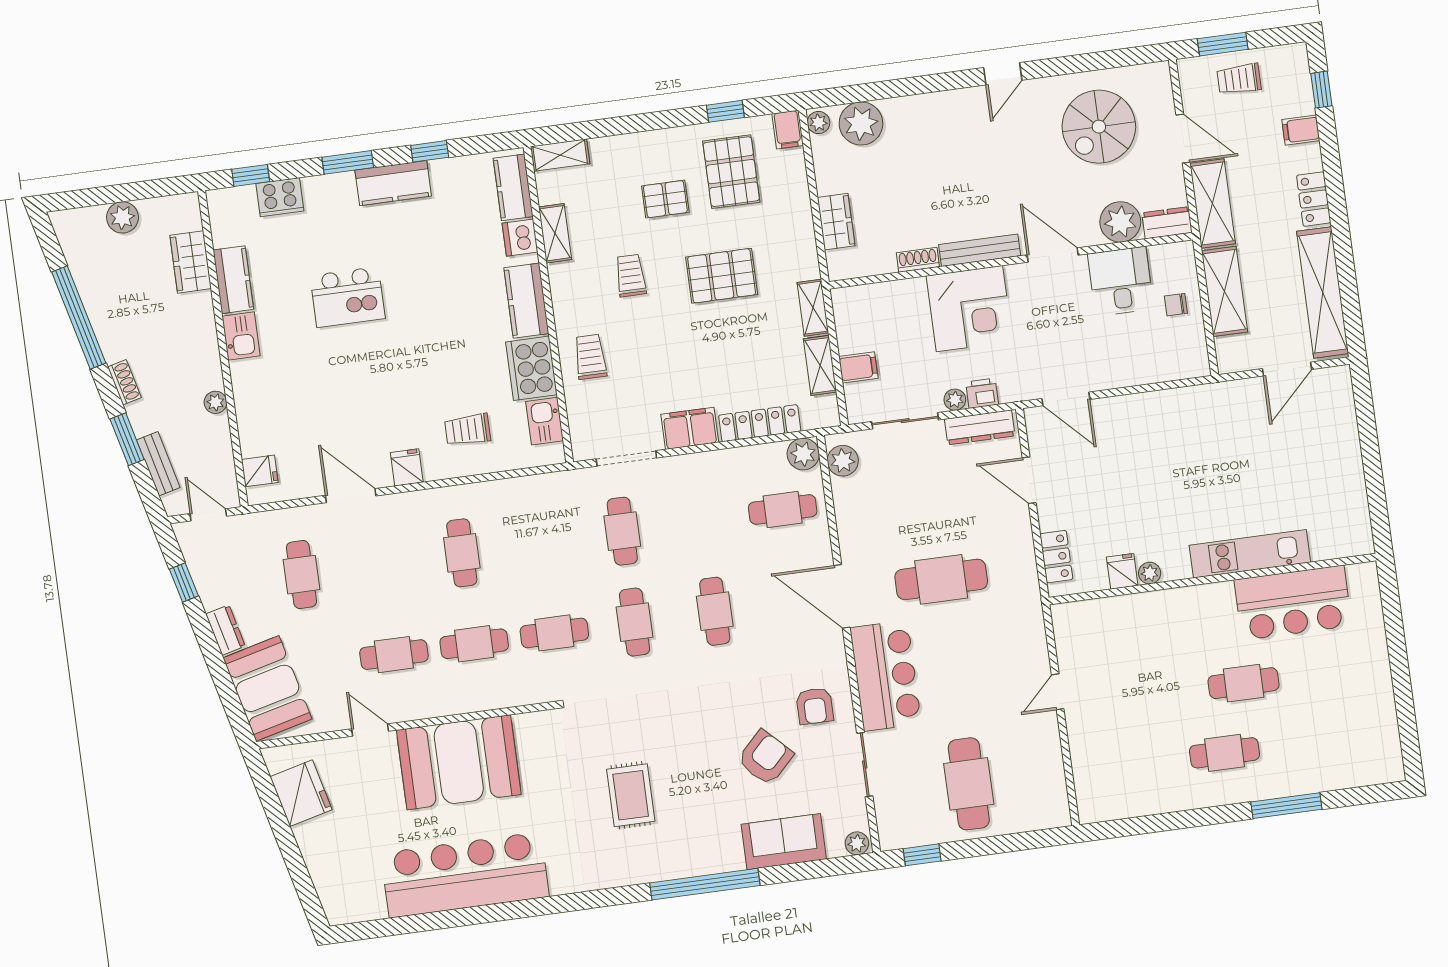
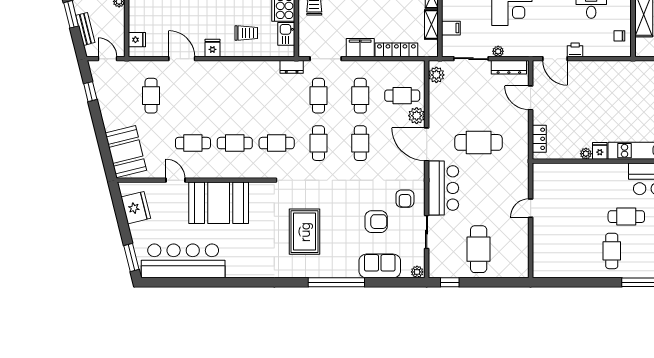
chair: (1176, 305) -> (619, 36), moved
printer: (982, 393) -> (575, 50), moved
trolley: (468, 430) -> (246, 33), turned 180
plant: (803, 454) -> (417, 116), moved
cafe table: (462, 553) -> (360, 96), moved
fridge: (1122, 571) -> (600, 151), moved
dresser: (225, 630) -> (292, 67), moved, turned 104
cafe table: (1224, 753) -> (612, 251), turned 90
armchair: (765, 758) -> (376, 222), turned 45
rug: (631, 795) -> (305, 232), width x1.36, depth x1.43
bar counter: (465, 875) -> (183, 261), moved
window: (306, 890) -> (131, 258), added

